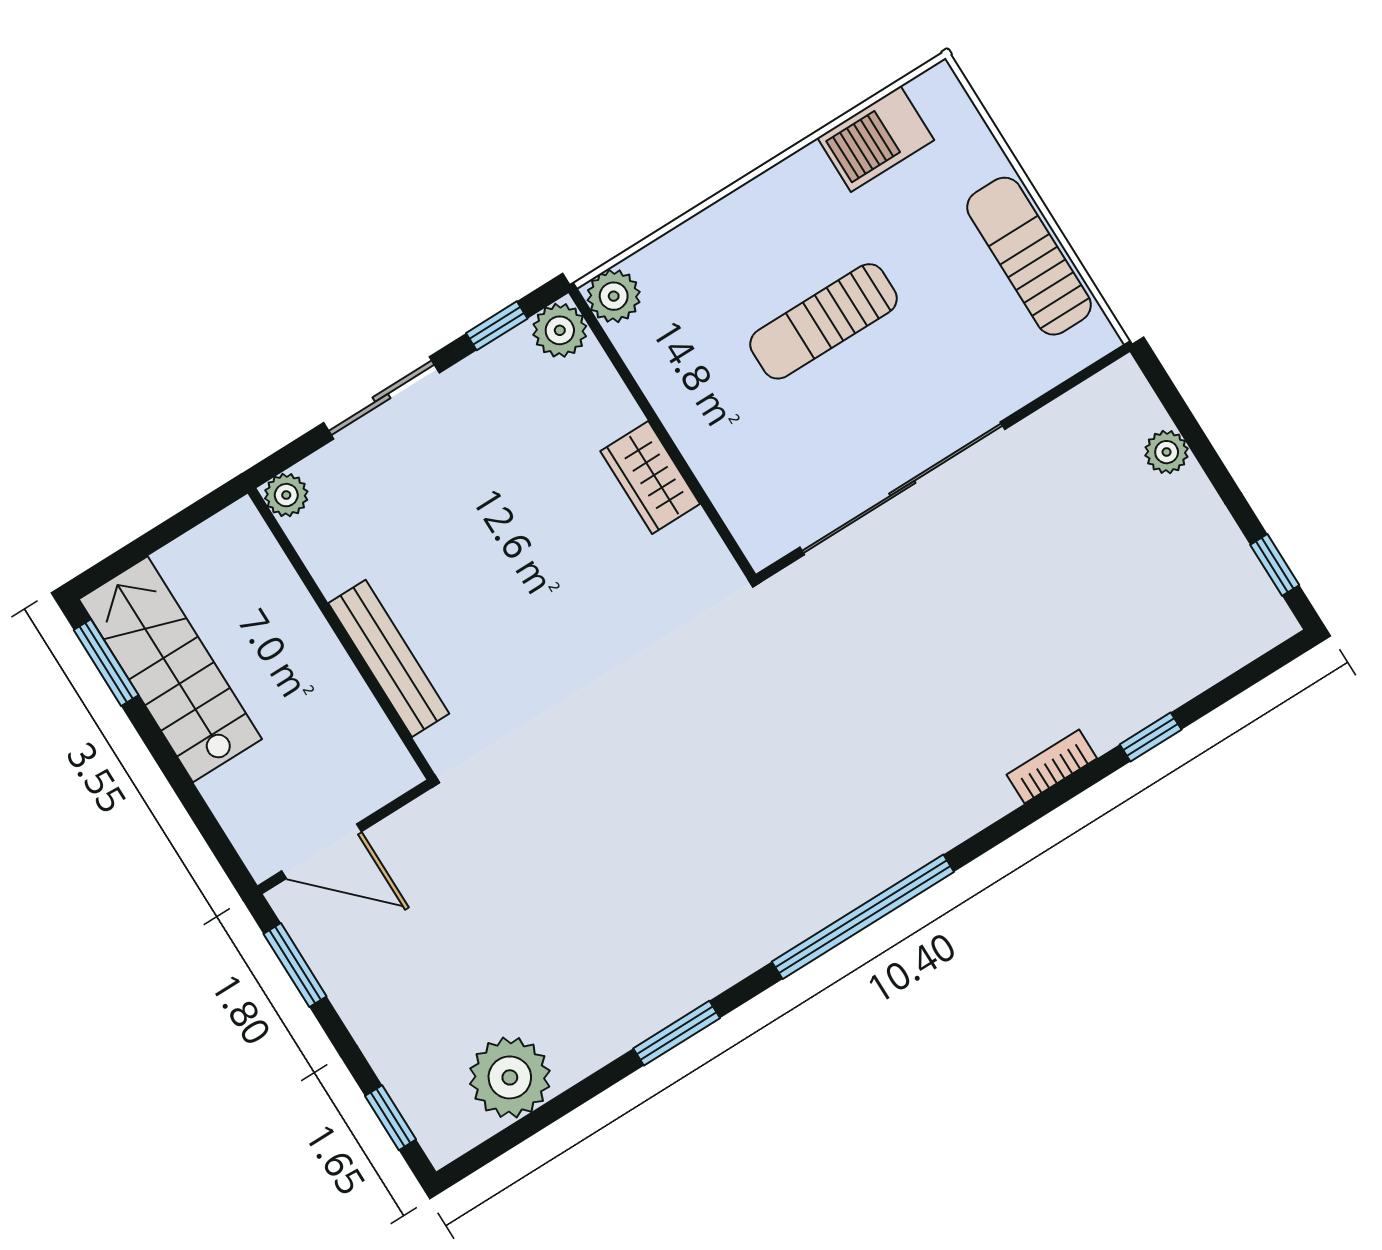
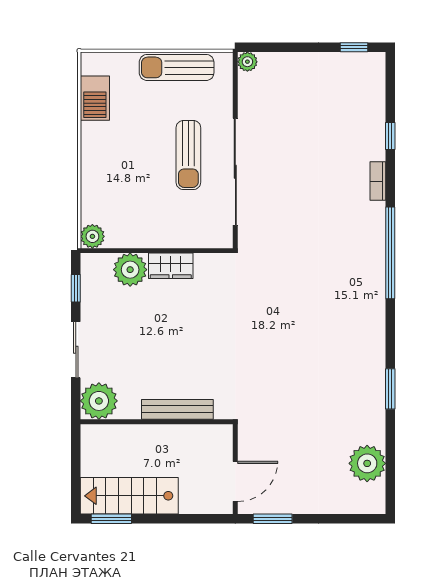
sun lounger: (823, 321) -> (188, 155), moved
plant: (560, 330) -> (130, 270), moved, width x1.36, depth x1.36
plant: (1167, 452) -> (247, 62), moved
plant: (286, 495) -> (99, 401), width x1.88, depth x1.88
window: (863, 917) -> (390, 253), moved
window: (390, 1118) -> (354, 519), removed

